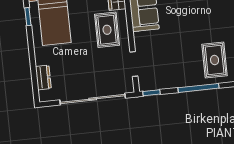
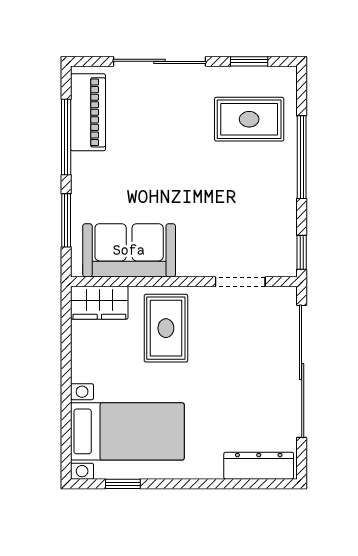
rug: (107, 30) -> (166, 328), turned 90
dresser: (43, 78) -> (259, 466), width x1.44

